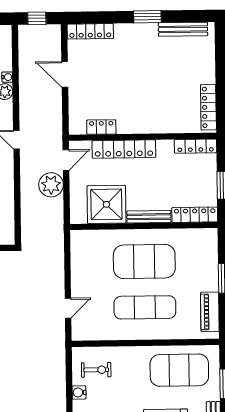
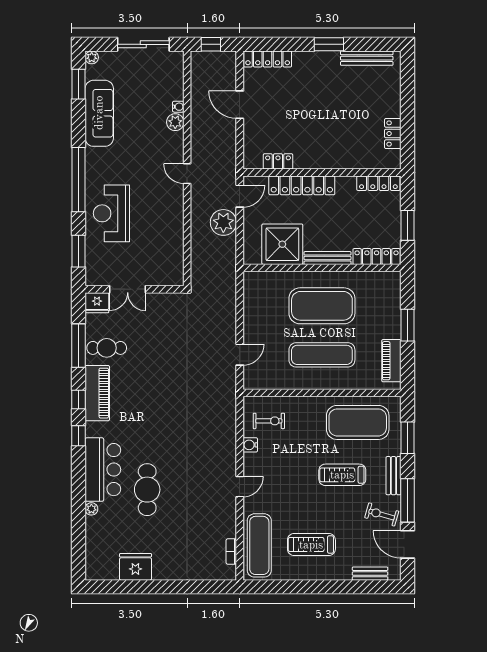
locker: (208, 107) -> (393, 134), width x0.66

